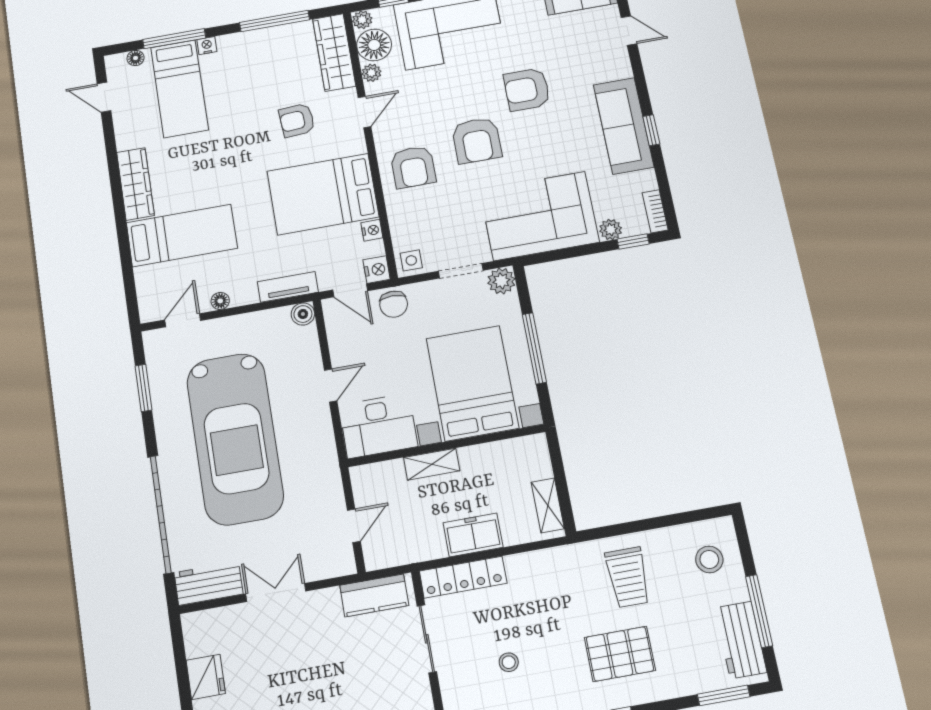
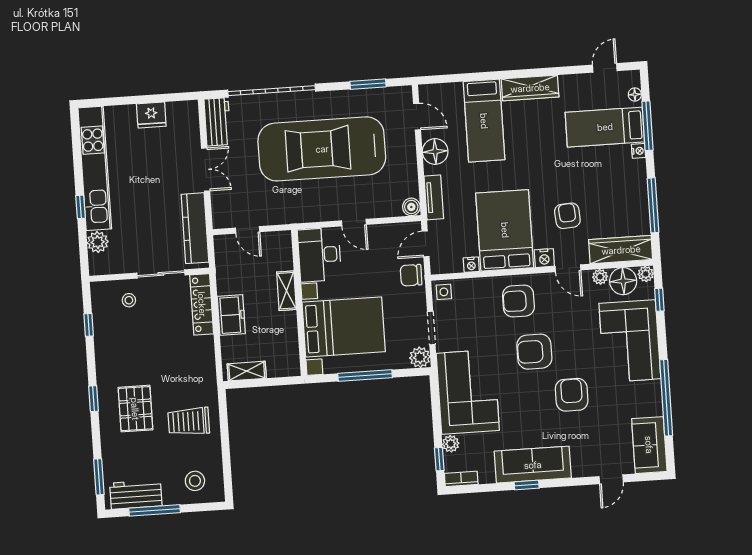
nightstand: (377, 270) -> (544, 258), moved
floor lamp: (220, 301) -> (435, 151), width x1.89, depth x1.89
kitchen counter: (374, 595) -> (195, 228), width x1.50
stool: (509, 662) -> (129, 300), moved

